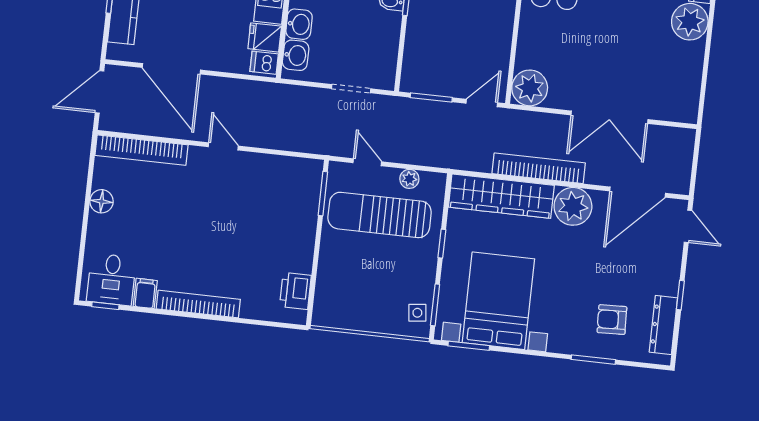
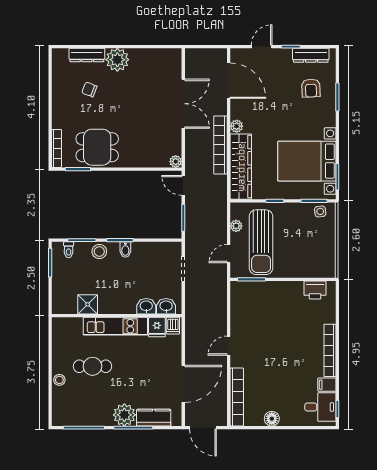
plant: (530, 88) -> (176, 161), width x0.53, depth x0.53
plant: (573, 206) -> (237, 126), width x0.53, depth x0.53
door: (688, 226) -> (262, 47), moved

